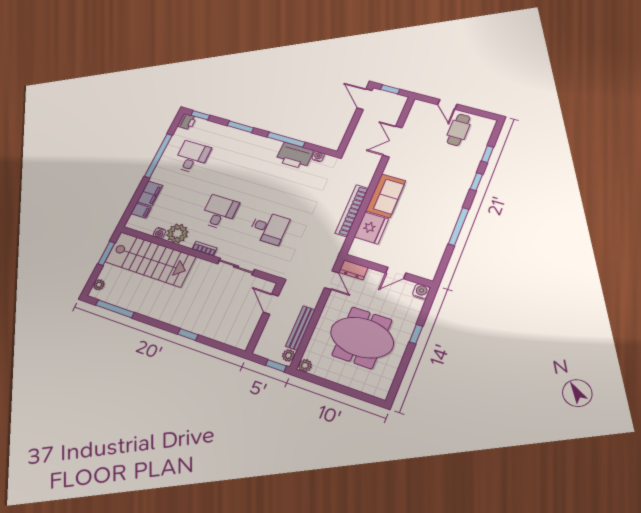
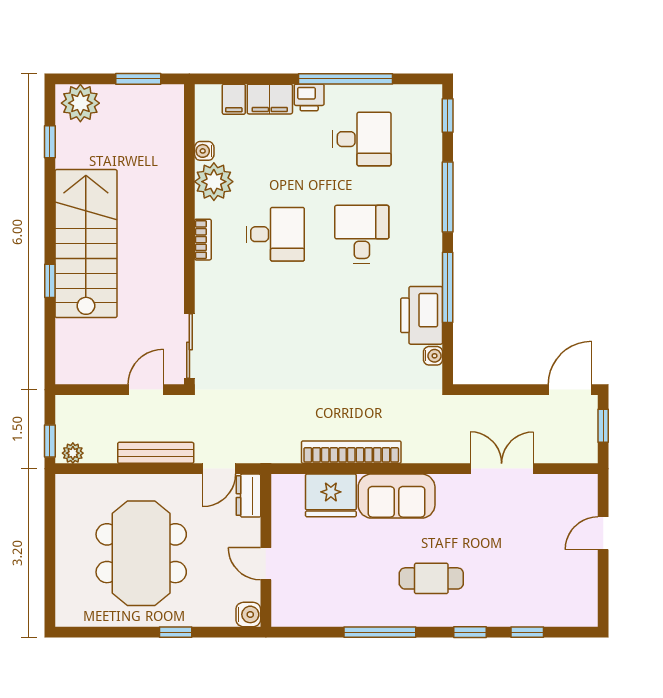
printer: (187, 122) -> (309, 97), moved
window: (240, 127) -> (448, 197), width x1.44
cafe table: (459, 130) -> (431, 578), moved
desk: (269, 228) -> (362, 234), moved, turned 180
stairs: (150, 259) -> (86, 244), moved, turned 180
sliding door: (236, 267) -> (189, 346), moved
plant: (99, 285) -> (80, 103), width x1.88, depth x1.88
window: (115, 309) -> (50, 142), width x0.46
bench: (300, 328) -> (156, 453), moved
plant: (305, 365) -> (66, 485), removed

